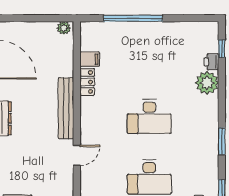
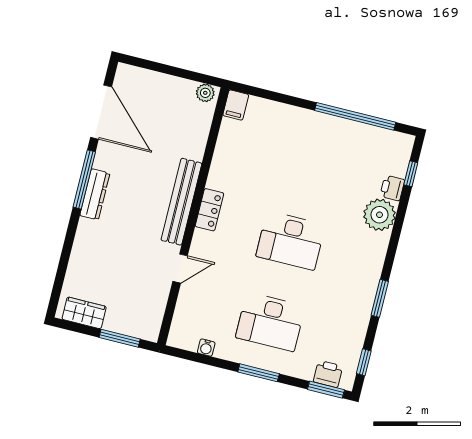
window: (133, 18) -> (355, 116), moved
filing cabinet: (90, 59) -> (236, 105), moved, turned 90
locker: (87, 82) -> (209, 210), moved

